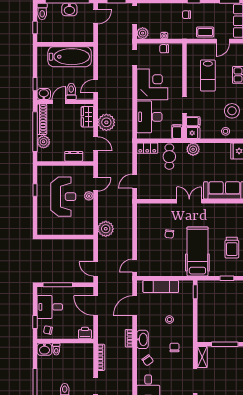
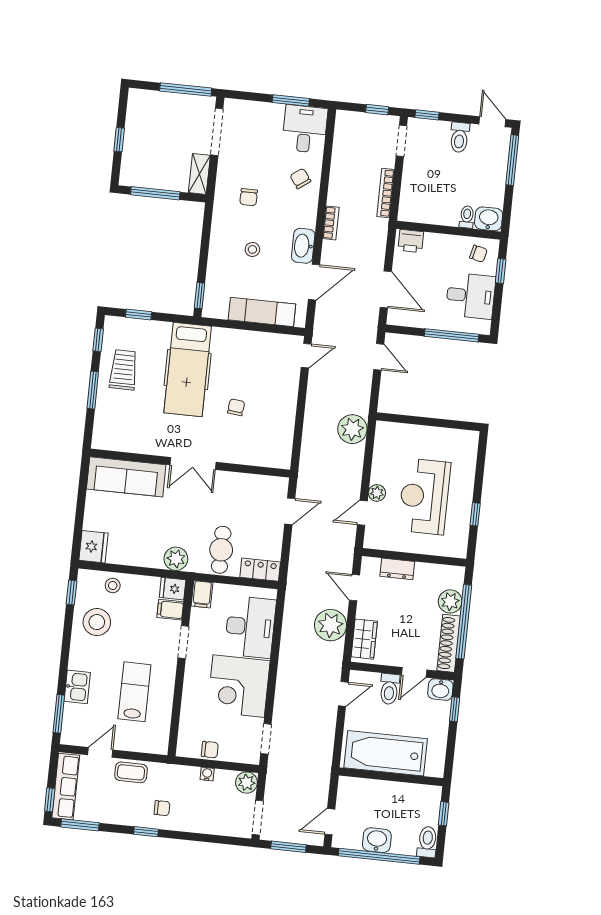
washbasin: (142, 339) -> (303, 246), moved

